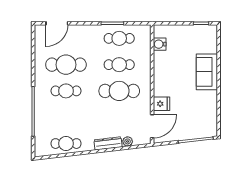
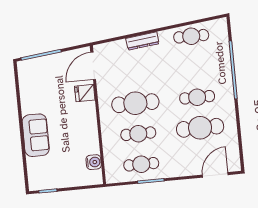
plant: (128, 141) -> (120, 46), removed

